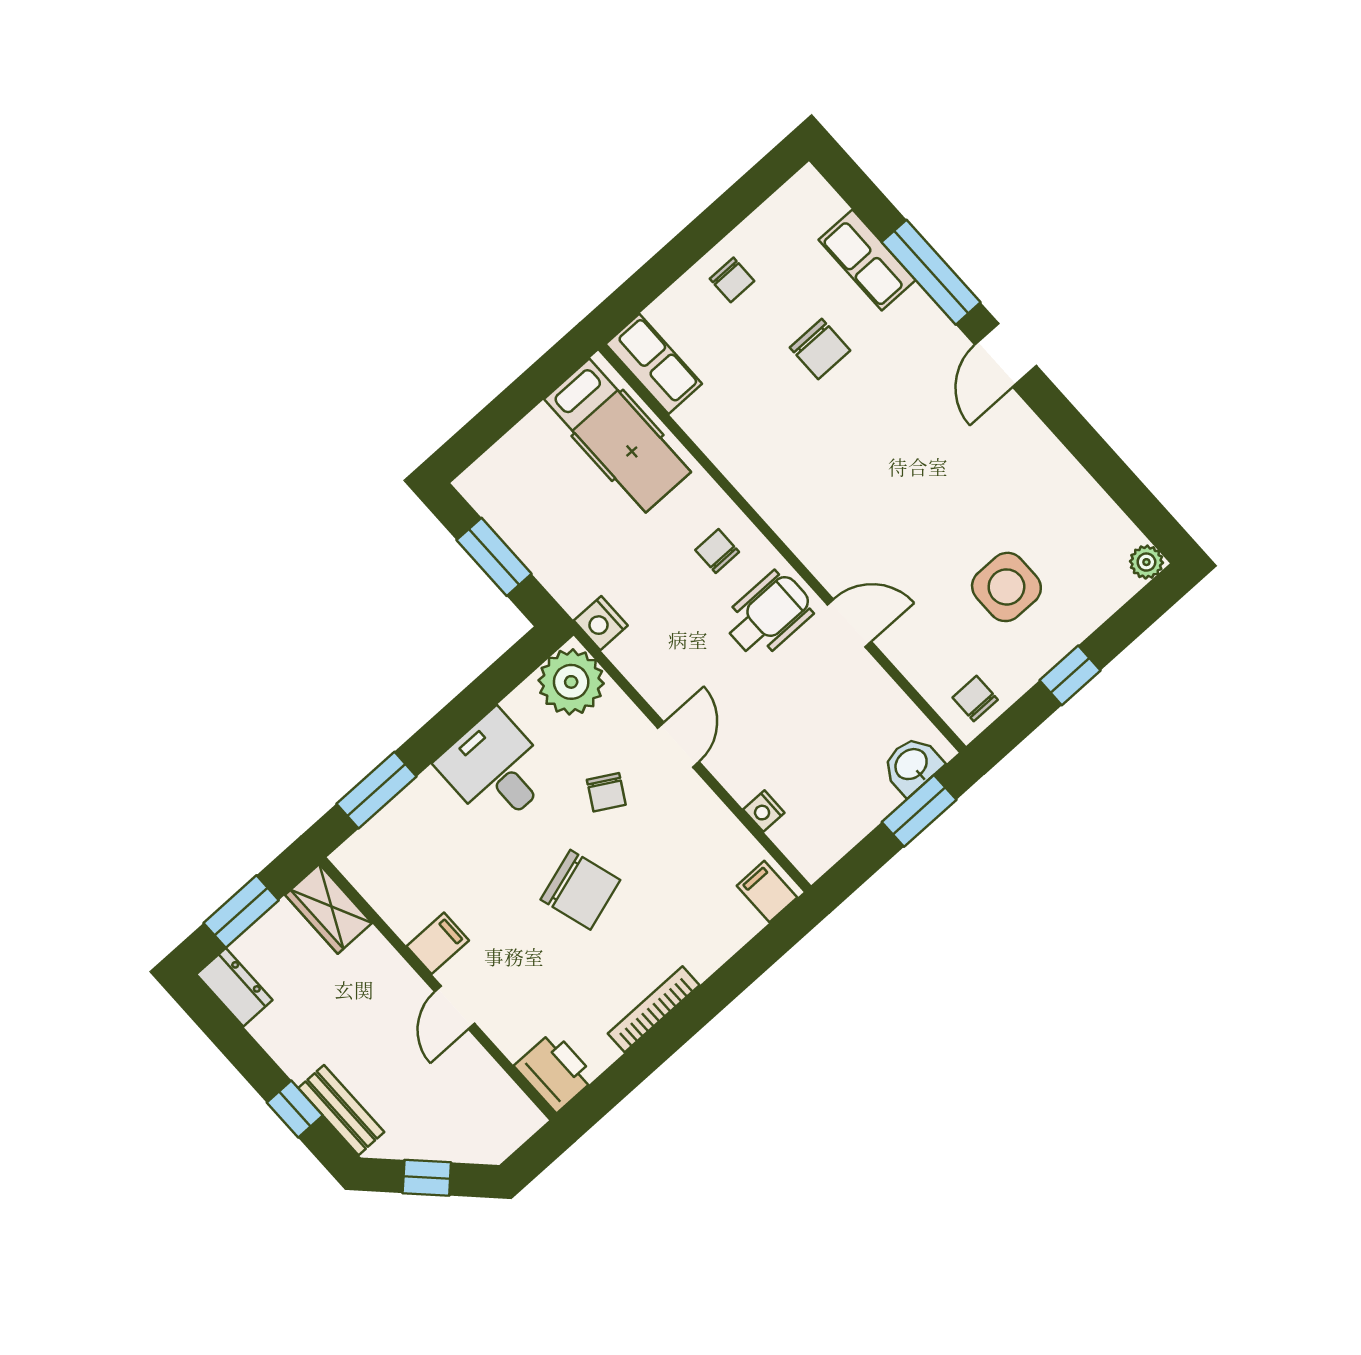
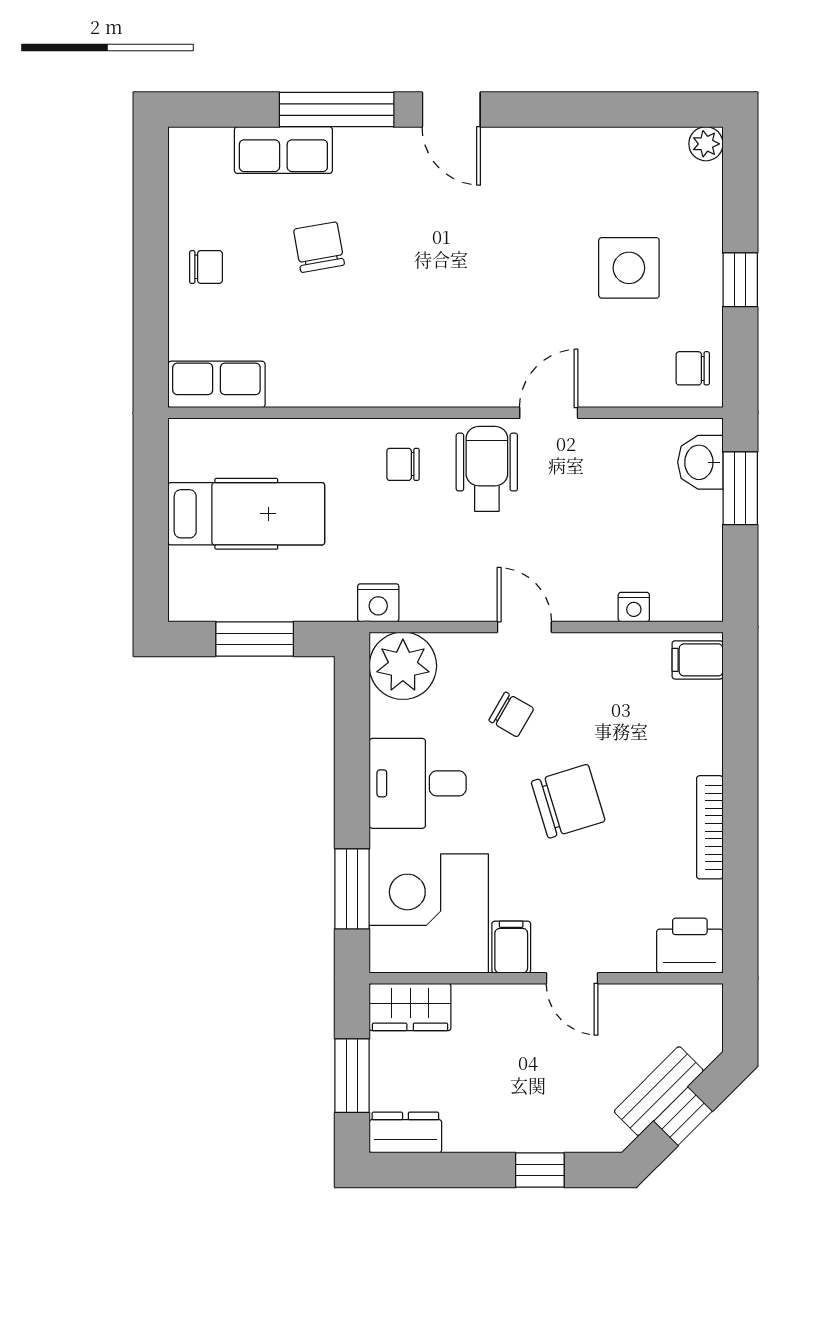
chair: (820, 349) -> (319, 247), turned -100
hospital bed: (618, 435) -> (246, 514), moved
corner desk: (408, 862) -> (429, 913), added
bench: (341, 1110) -> (659, 1091), moved, turned -45

